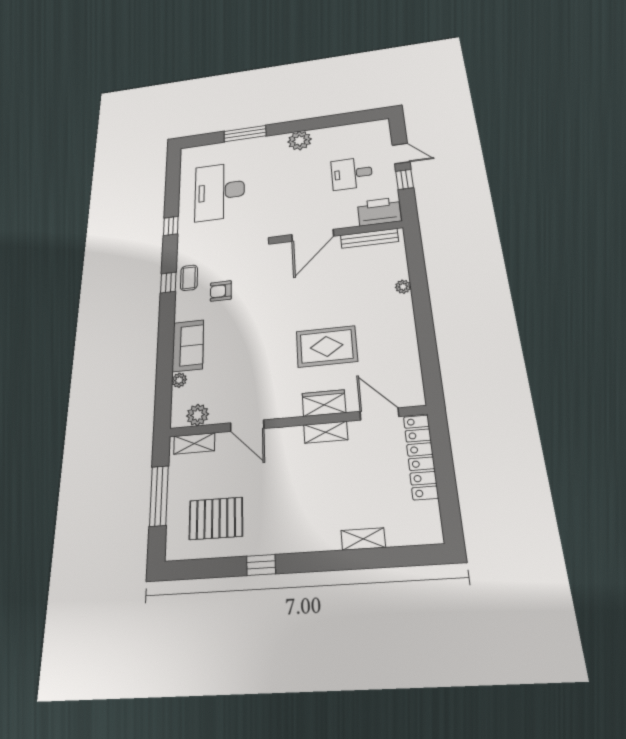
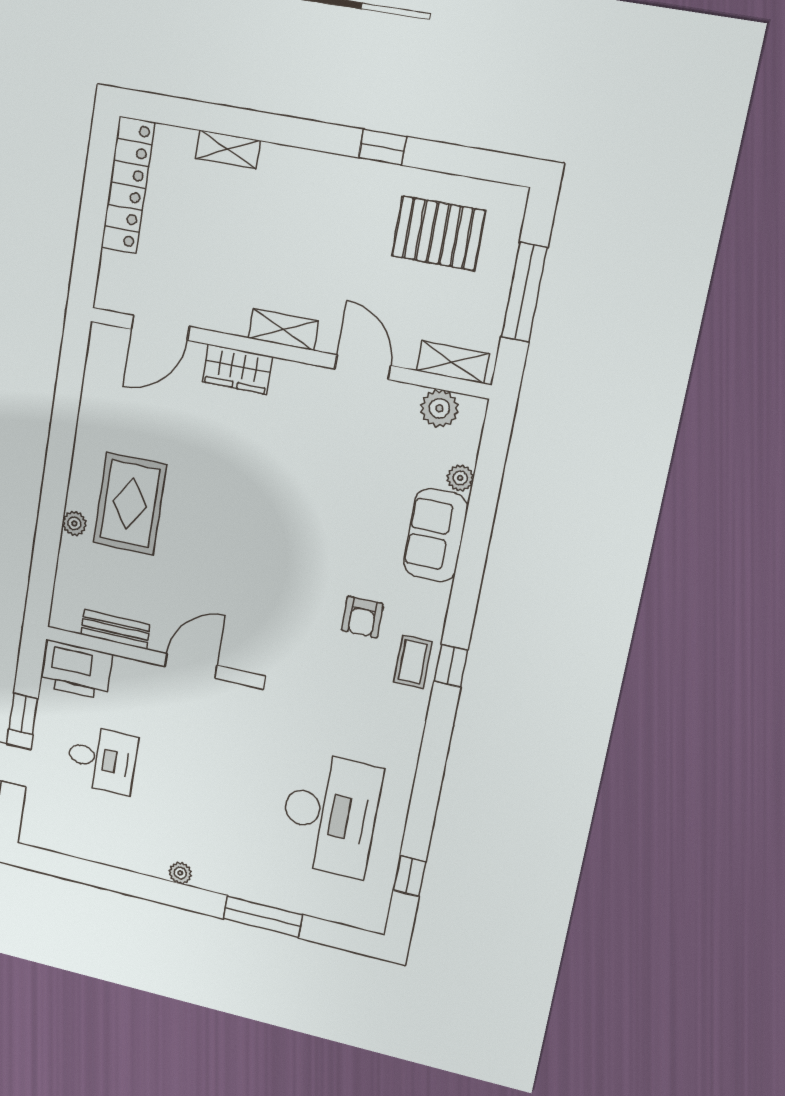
plant: (300, 141) -> (180, 873), width x0.53, depth x0.53
window: (171, 226) -> (409, 876), moved
door: (313, 235) -> (191, 666), width x0.73
bench: (369, 238) -> (115, 629), width x0.73
armchair: (221, 291) -> (362, 617), turned 90
rug: (327, 346) -> (130, 504), moved, turned 90
door: (379, 414) -> (160, 328), hinge flipped
shelving: (326, 432) -> (283, 330), moved
locker: (421, 457) -> (128, 185), moved

